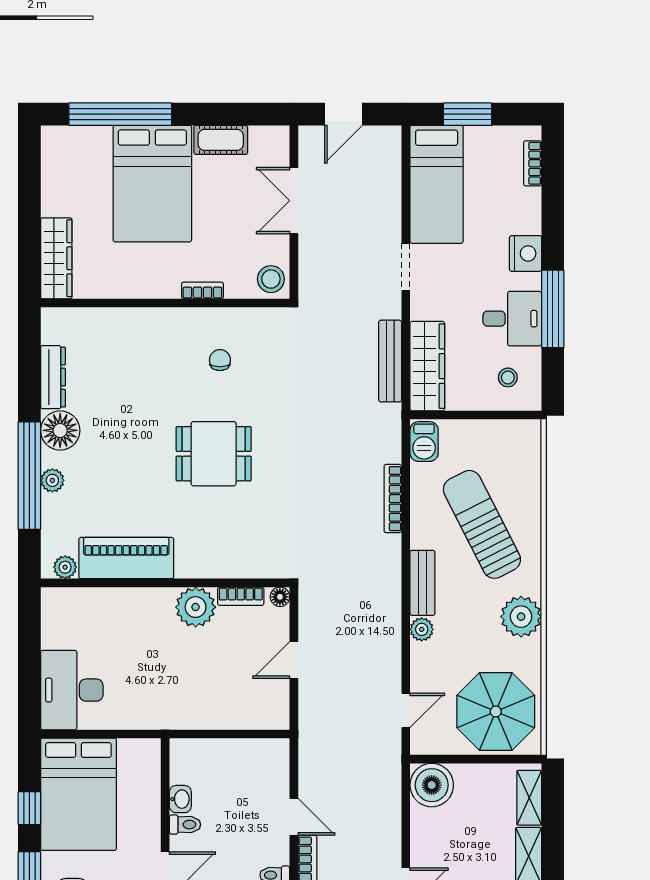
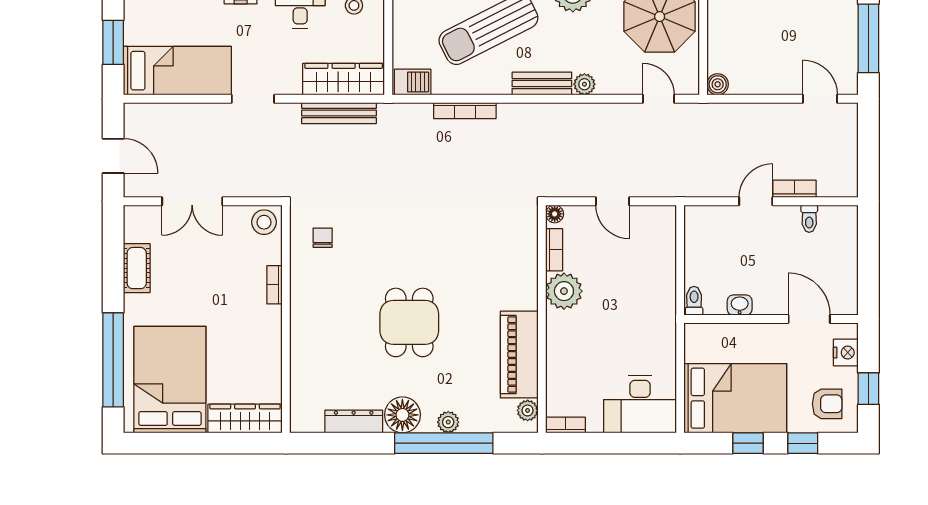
bed: (152, 184) -> (170, 380), moved, turned -90
chair: (220, 360) -> (323, 238), moved, turned 90
dining table: (214, 454) -> (409, 322), moved
bookcase: (49, 609) -> (566, 425), added
boiler: (432, 785) -> (718, 84), width x0.54, depth x0.54
toilet: (185, 825) -> (694, 301), moved

